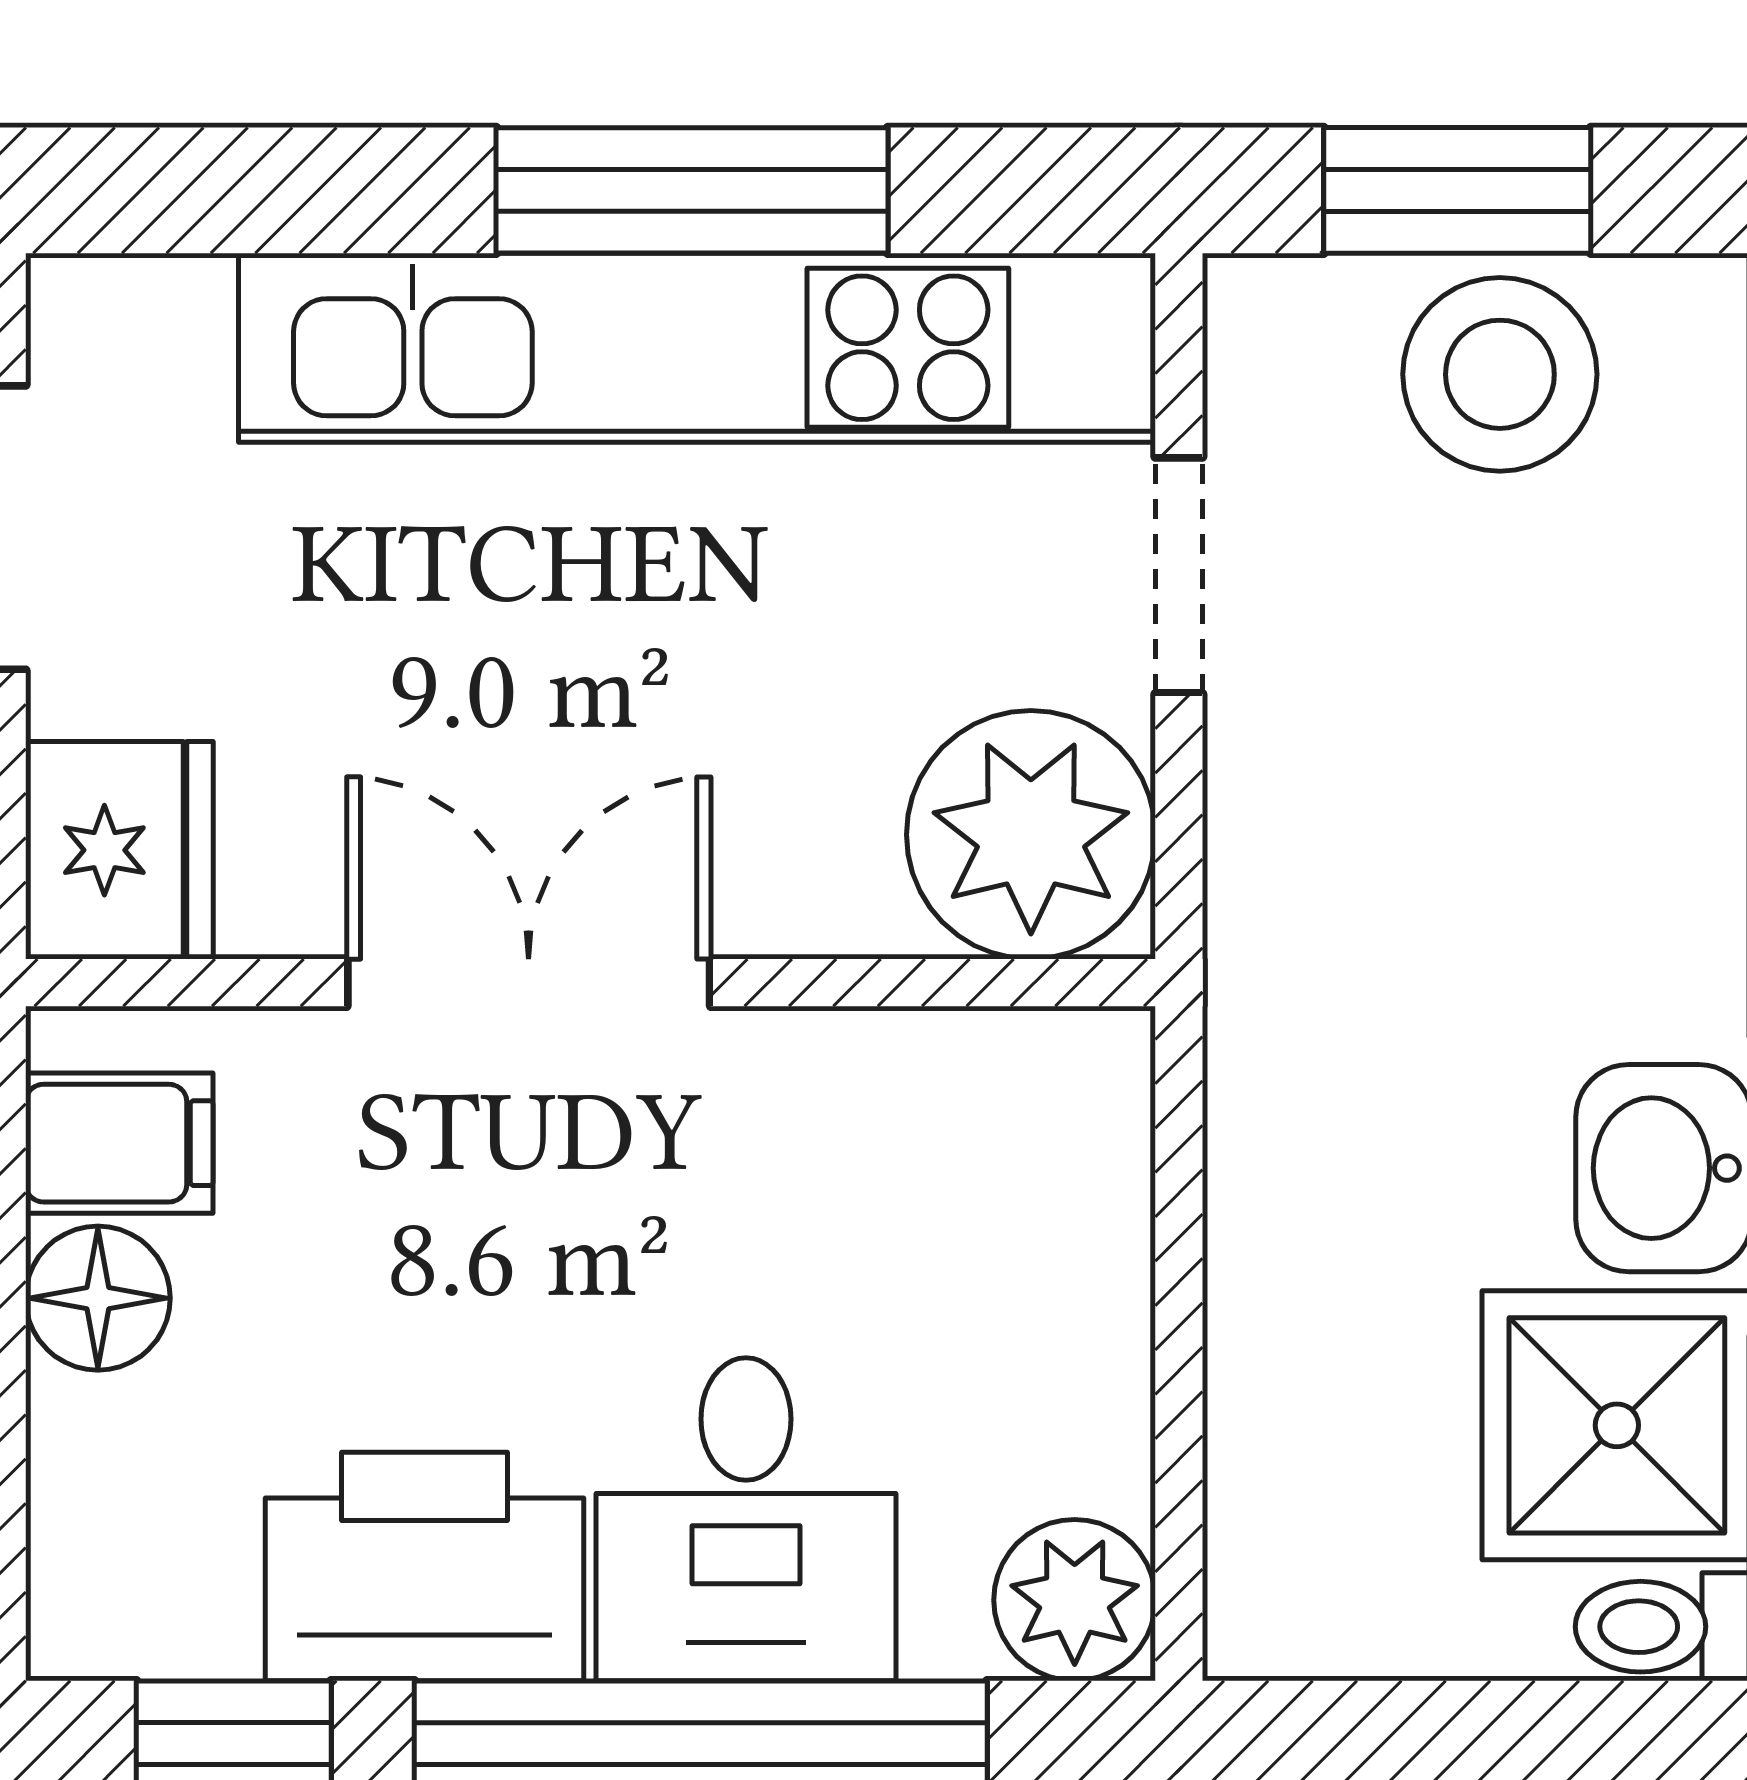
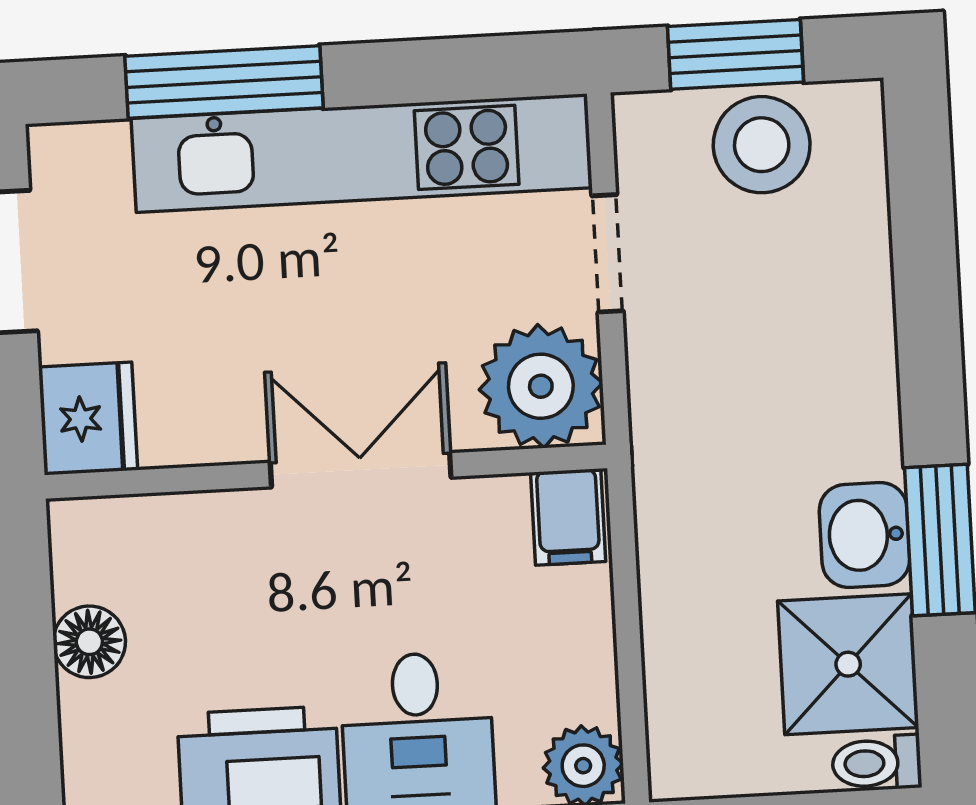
window: (692, 190) -> (224, 82), moved
double door: (529, 983) -> (361, 470), moved
filing cabinet: (119, 1143) -> (568, 517), moved, turned 90

